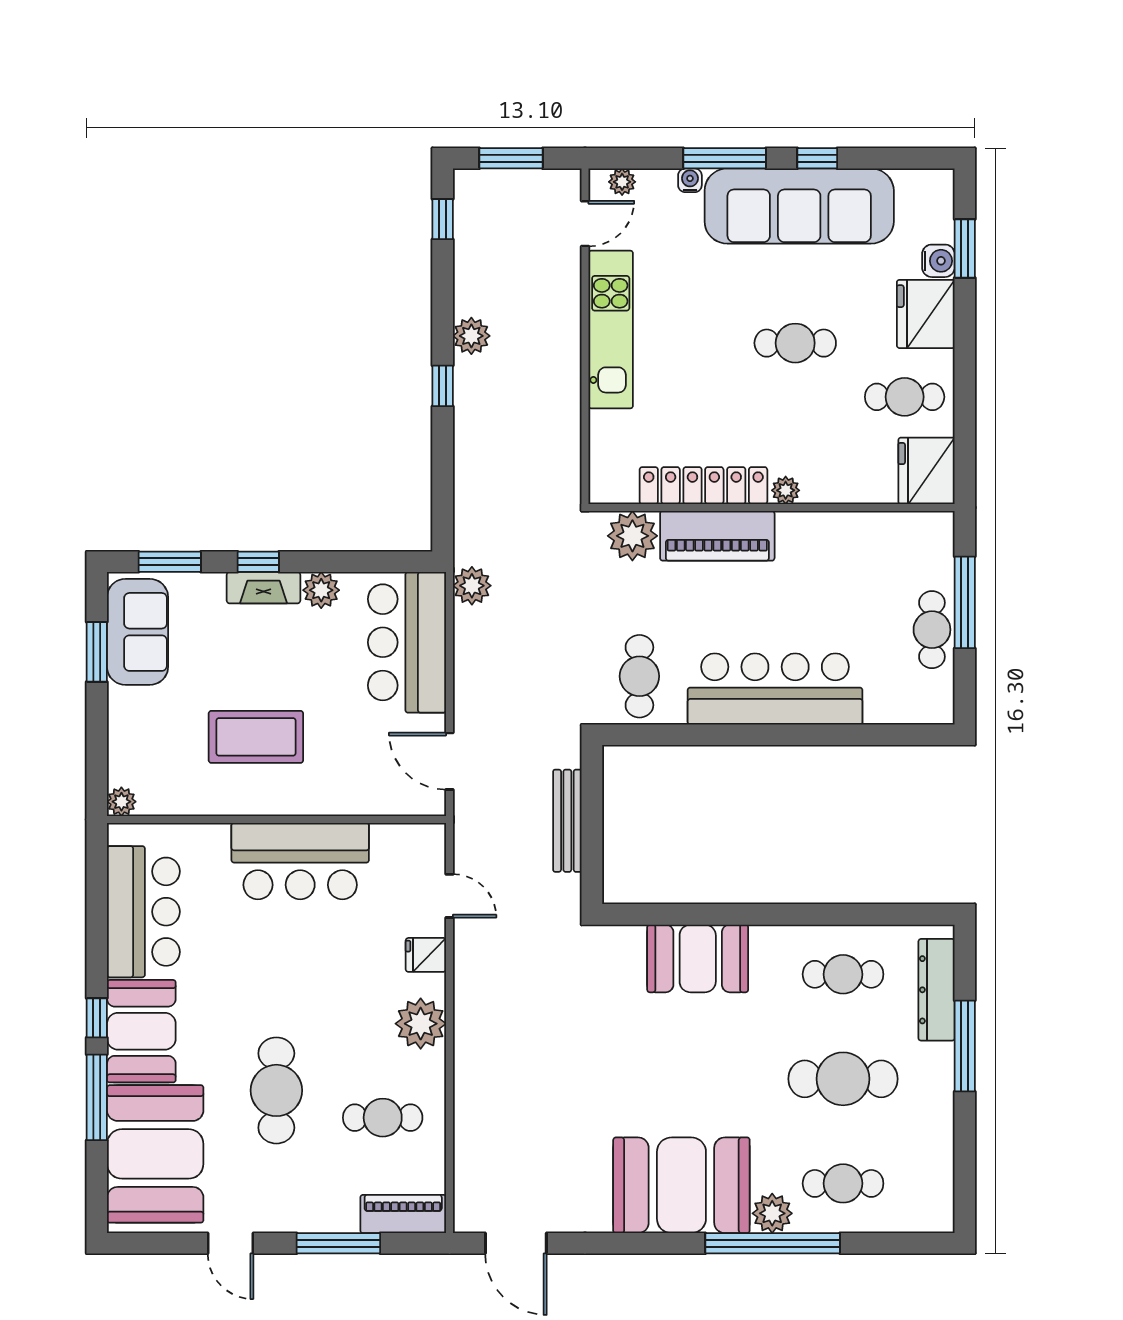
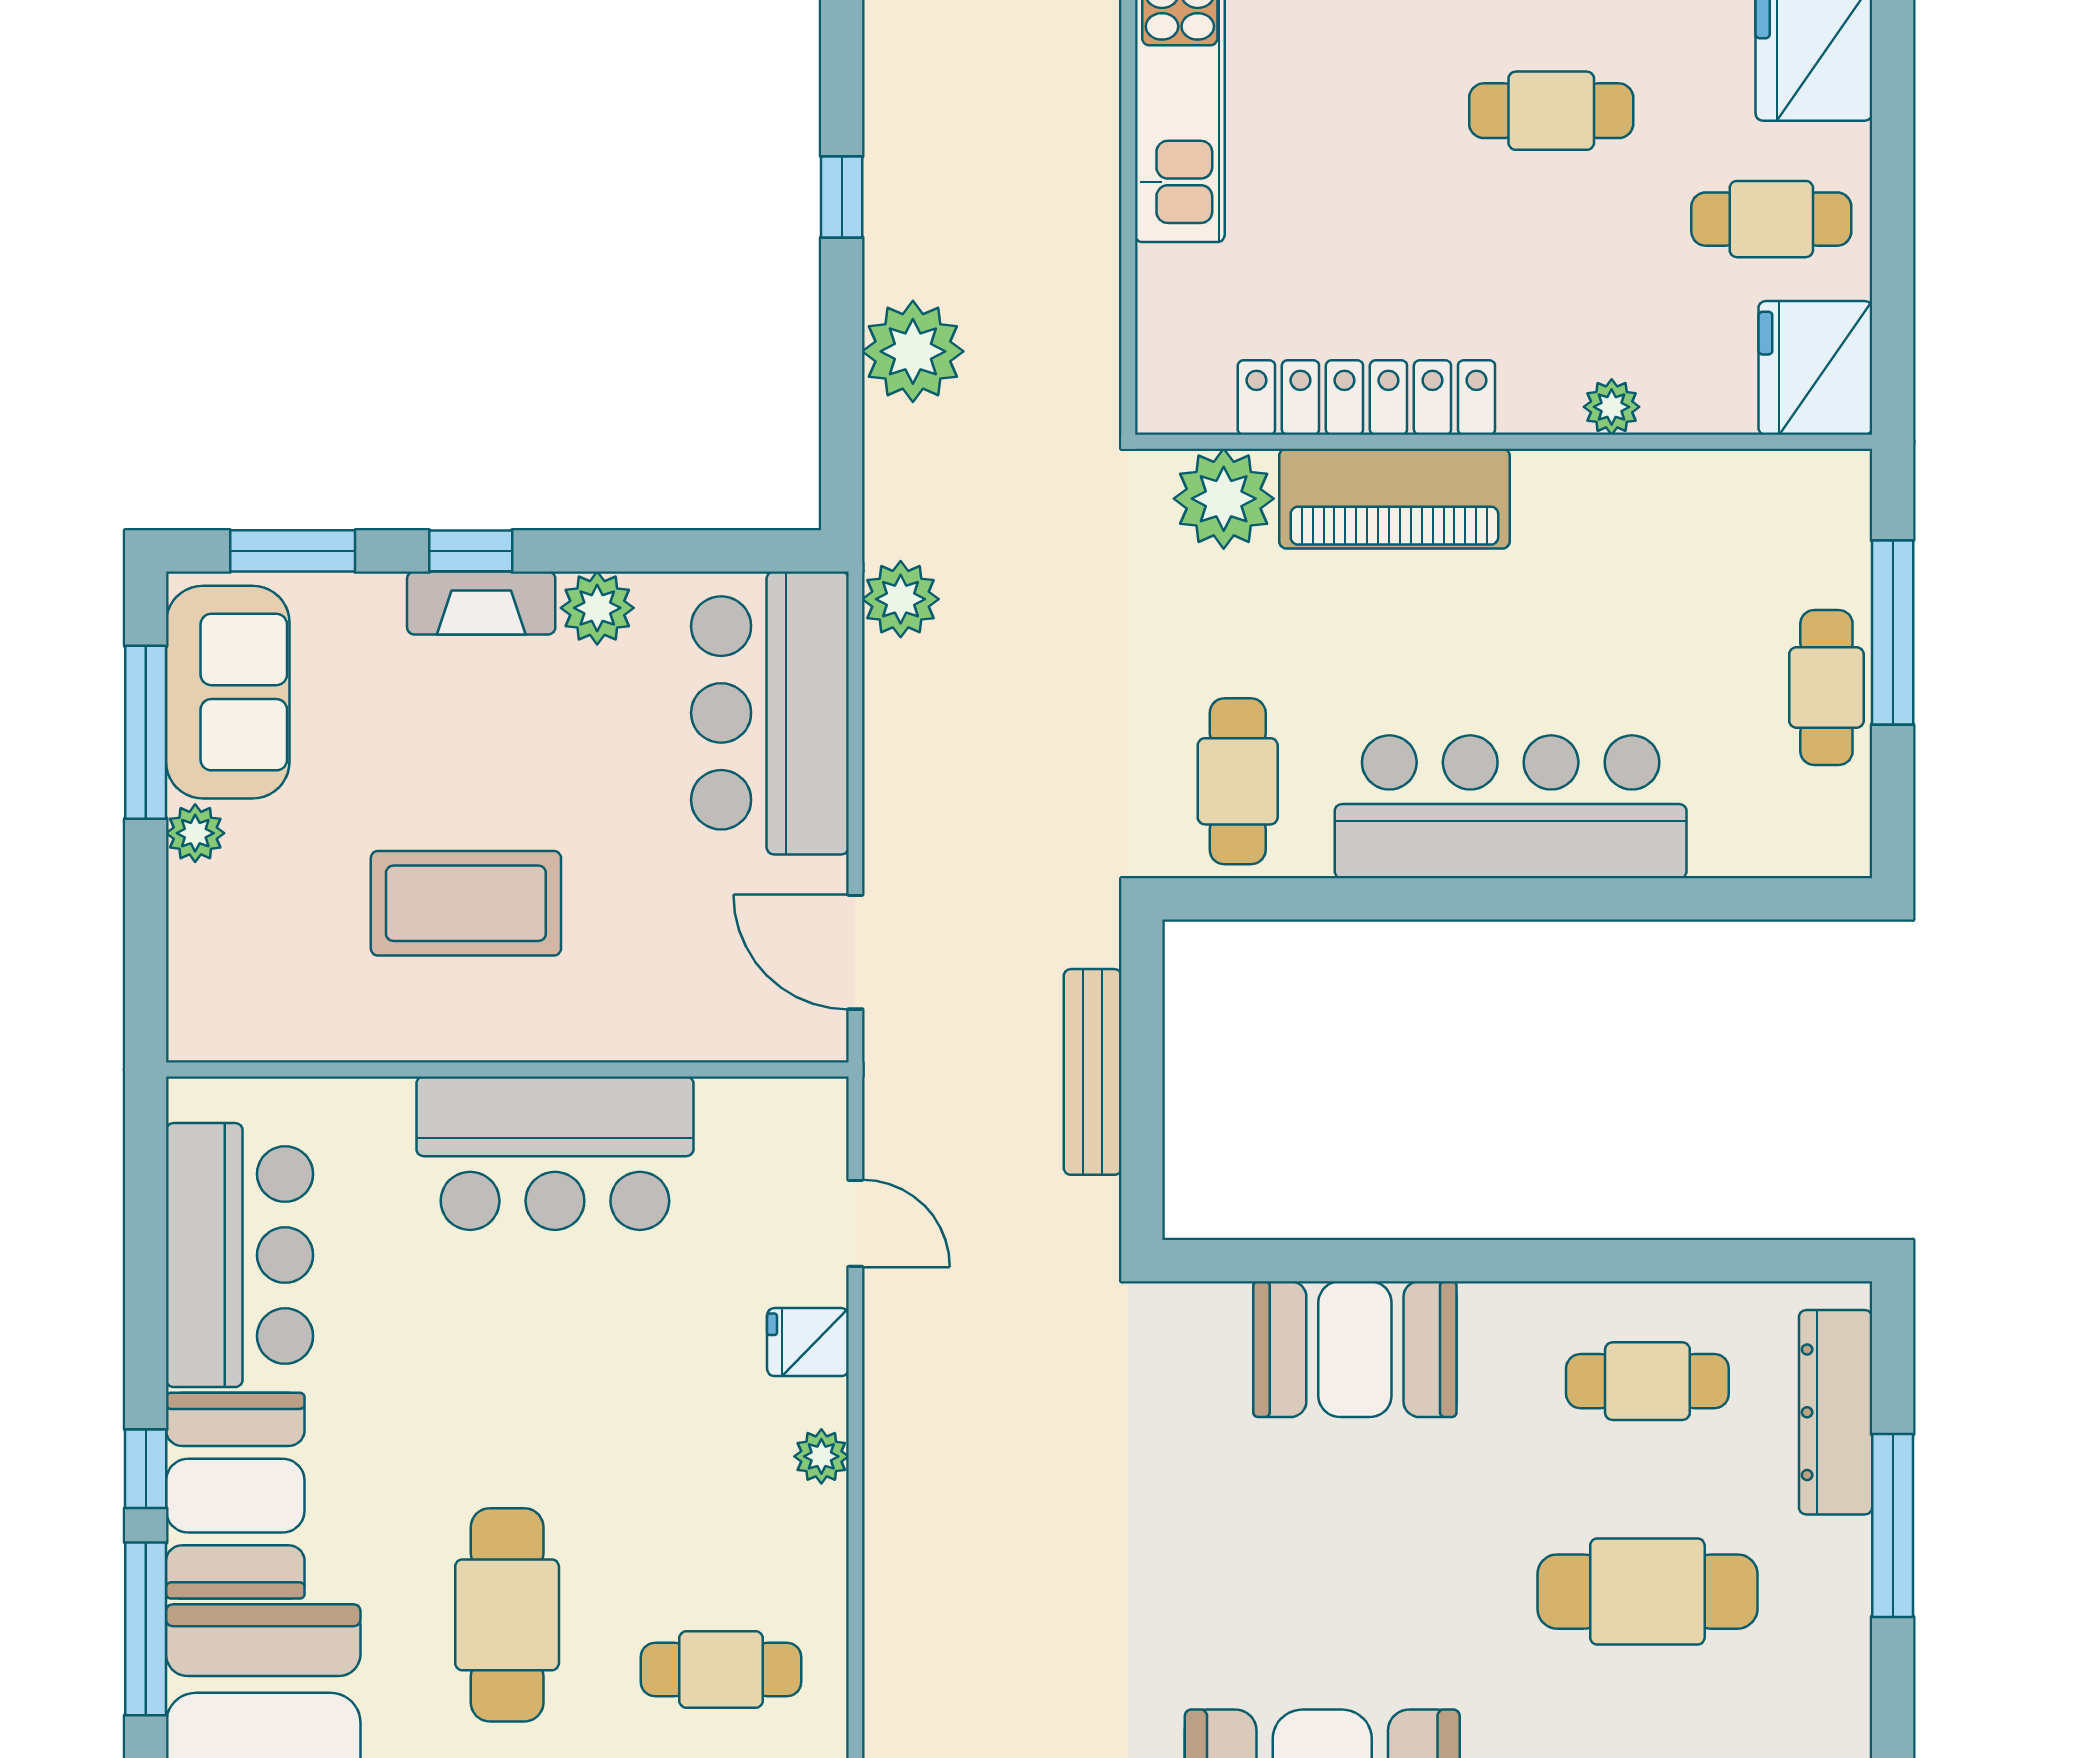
plant: (471, 336) -> (913, 351), moved, width x1.36, depth x1.36
plant: (786, 490) -> (1612, 407), moved
window: (97, 652) -> (146, 732), width x1.44
plant: (121, 802) -> (195, 833), moved
plant: (421, 1024) -> (821, 1456), width x0.53, depth x0.53

